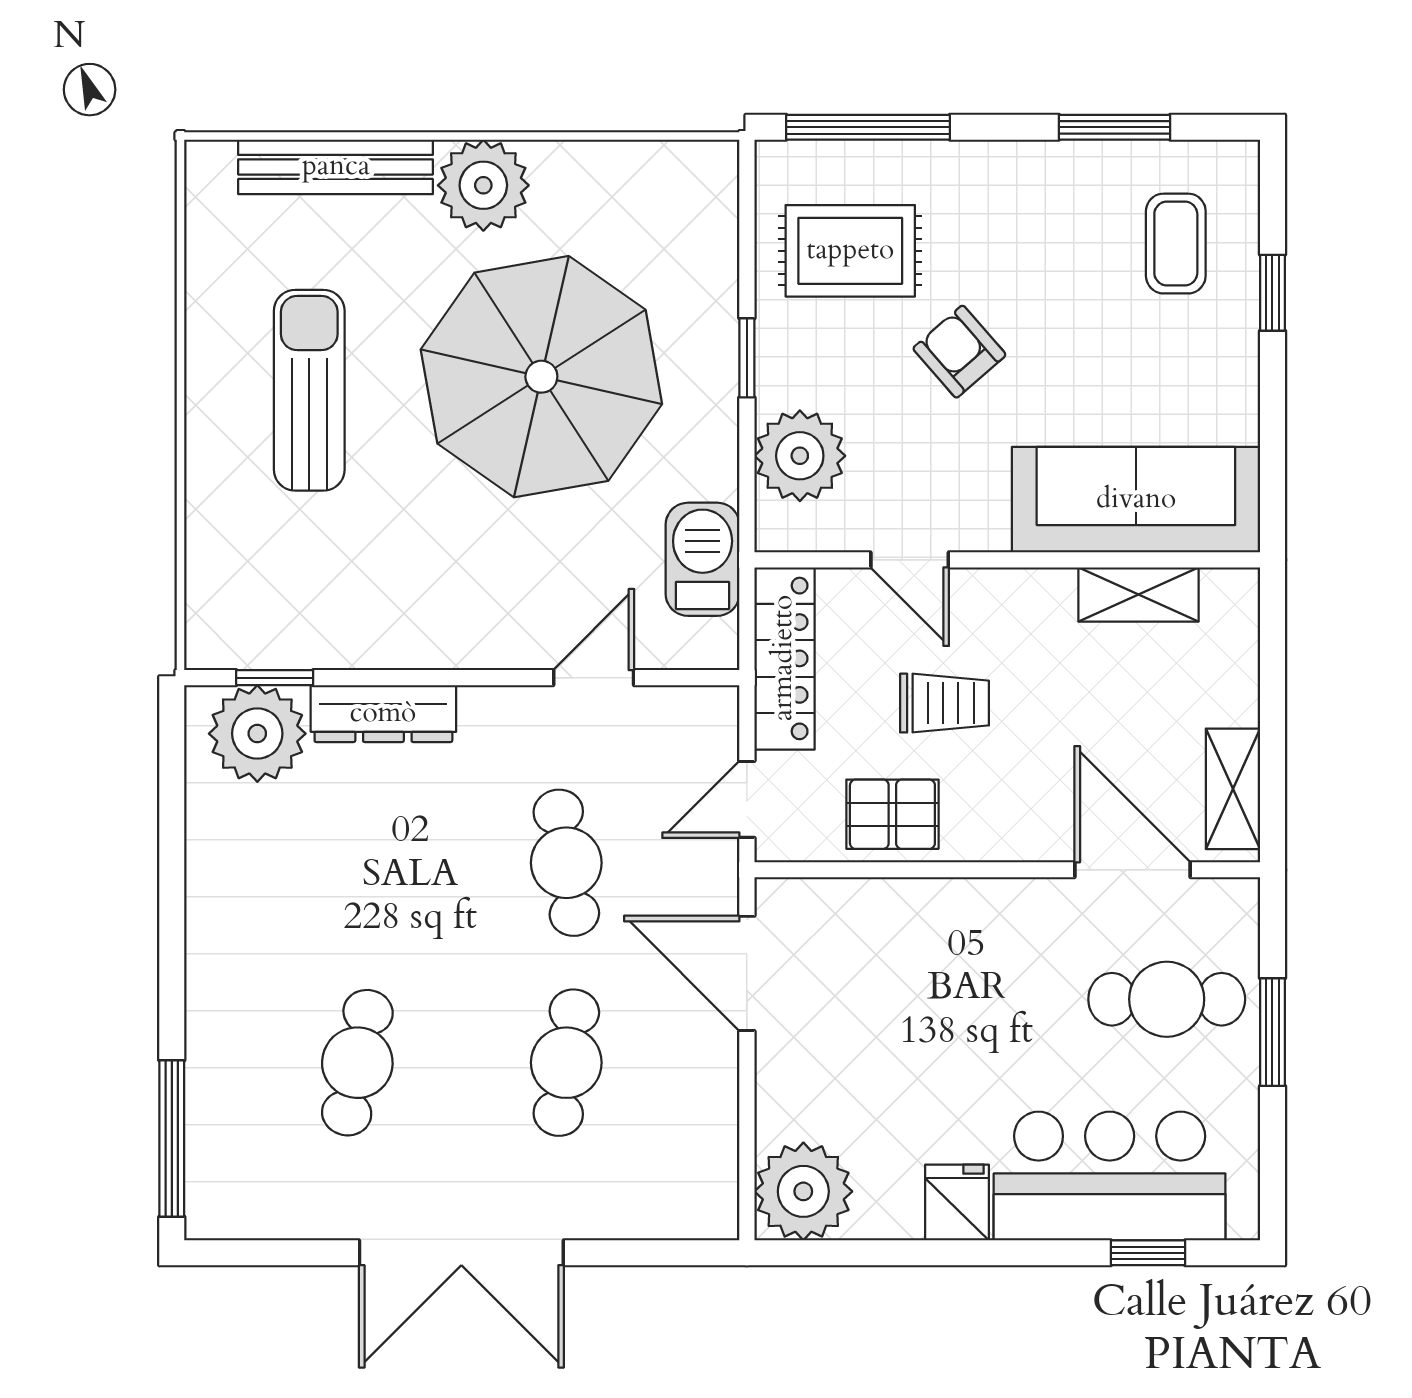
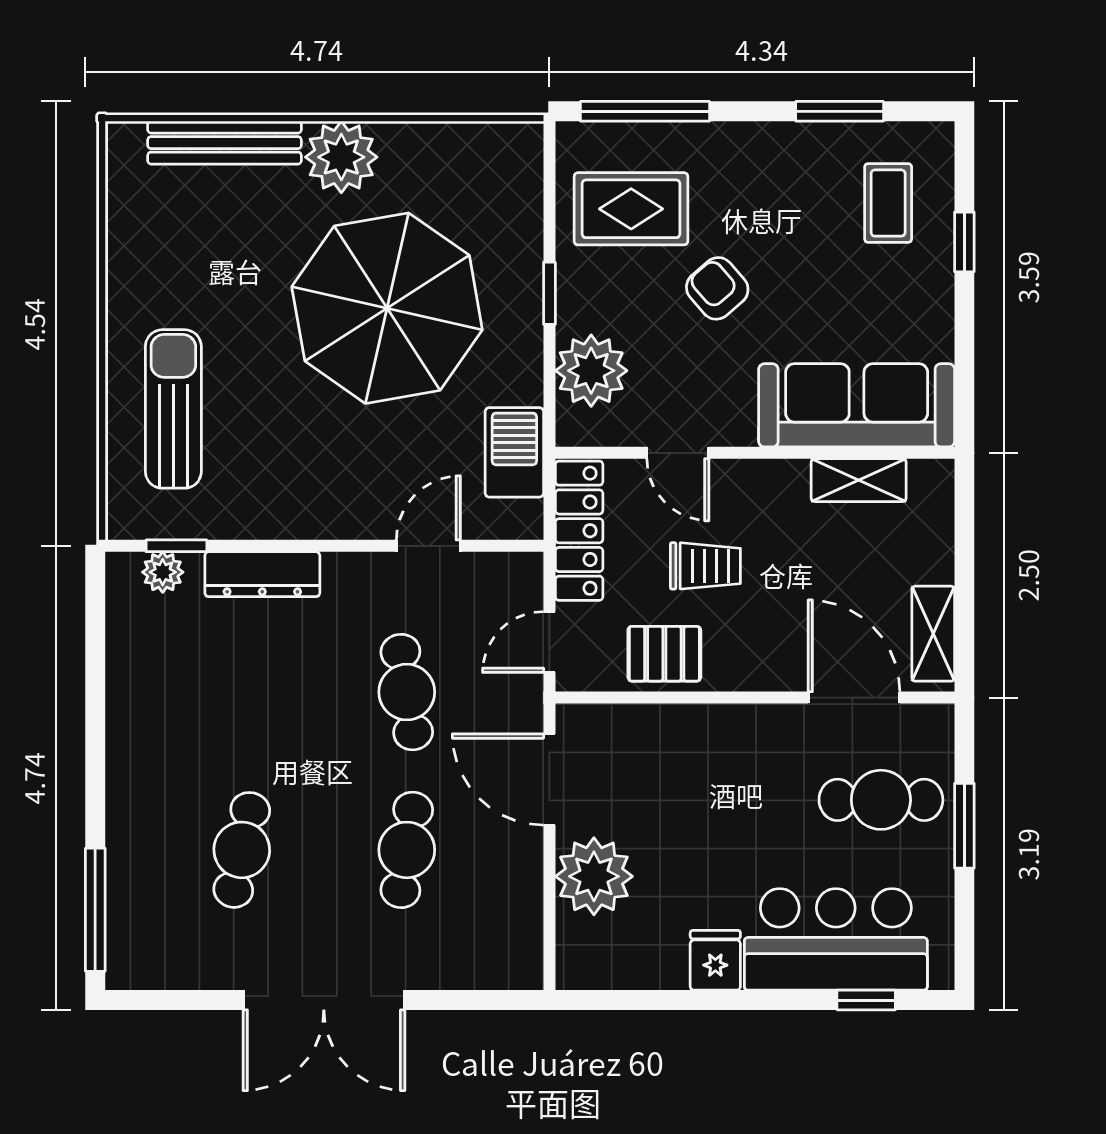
sun lounger: (309, 390) -> (173, 409), moved
plant: (257, 734) -> (163, 572), width x0.53, depth x0.53
plant: (803, 1191) -> (594, 876), moved

